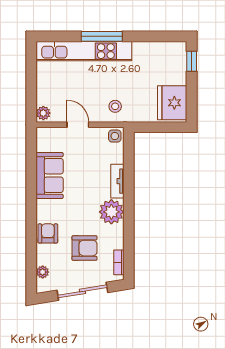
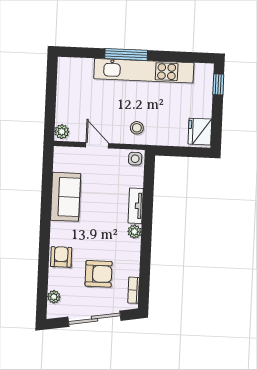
kitchen unit: (84, 51) -> (144, 71), moved
fridge: (172, 103) -> (200, 132), width x0.73, depth x0.75
plant: (111, 212) -> (134, 232), width x0.53, depth x0.53

